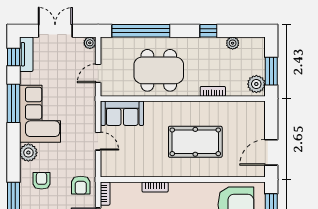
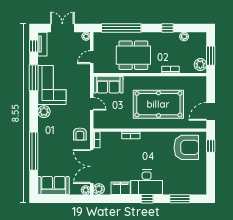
pool table: (195, 142) -> (158, 104), width x1.36, depth x1.32
armchair: (42, 181) -> (53, 131), removed

